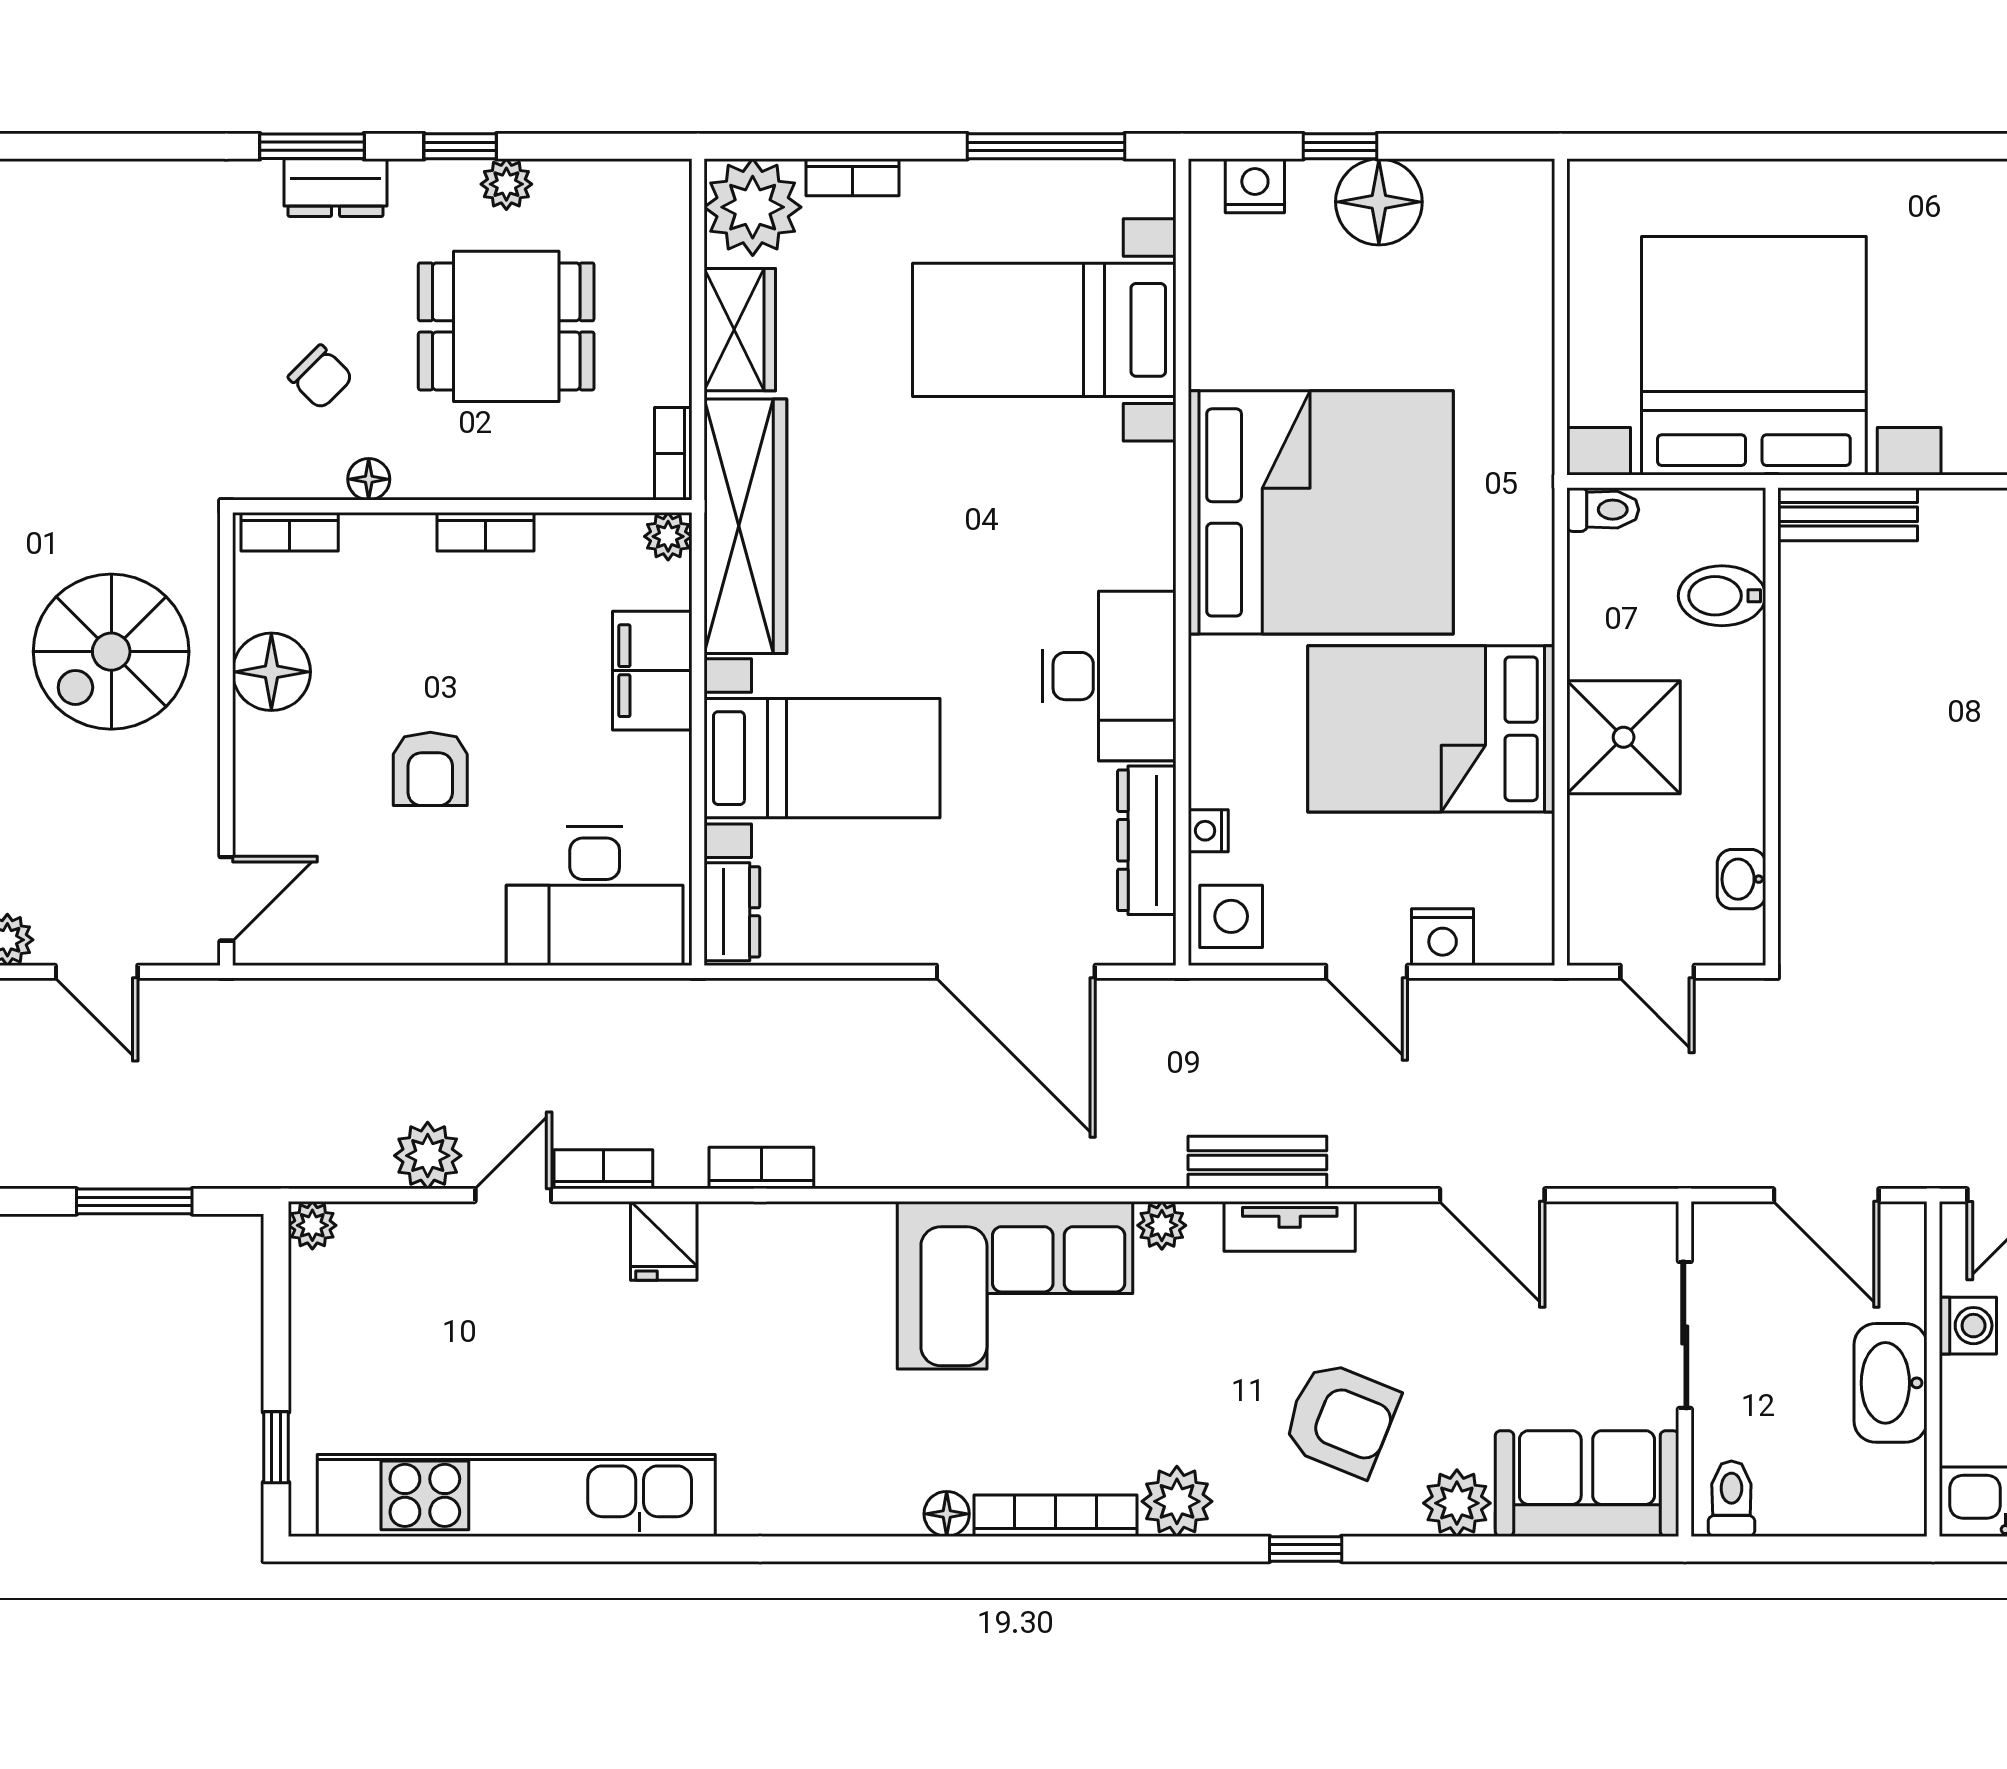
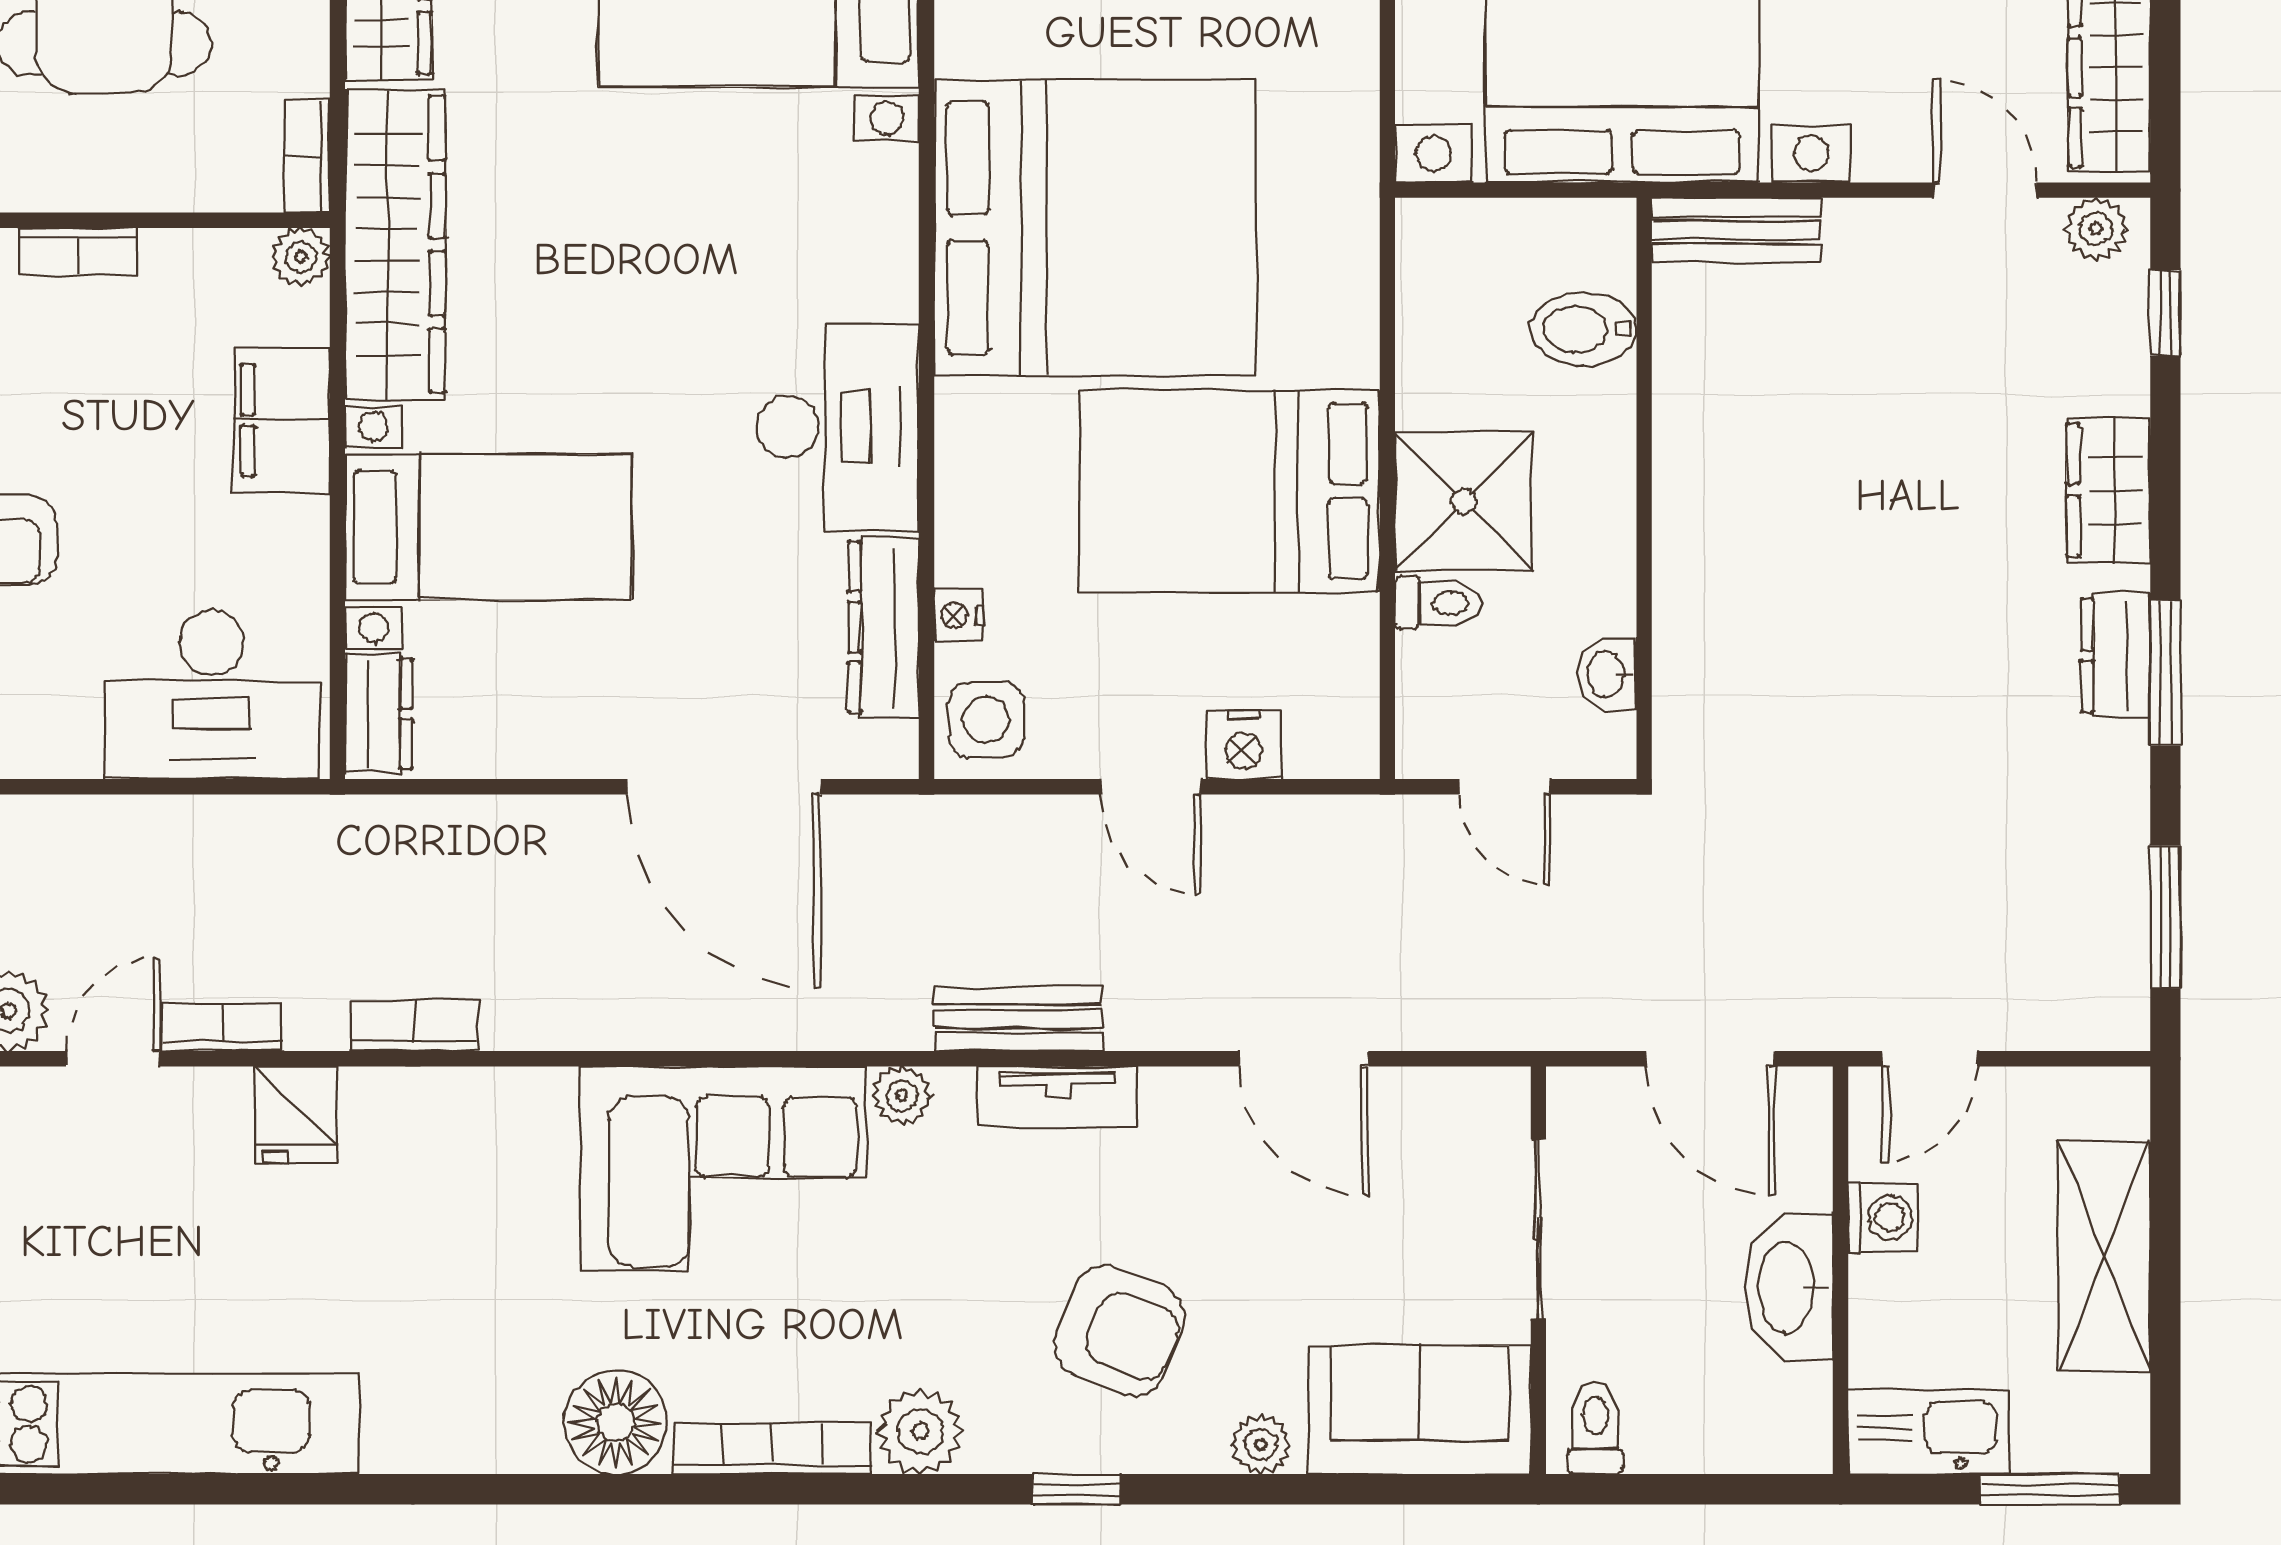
toilet: (1603, 510) -> (1438, 603), moved
plant: (1457, 1503) -> (1261, 1445), width x0.73, depth x0.73
floor lamp: (947, 1514) -> (616, 1422), width x1.89, depth x1.89

